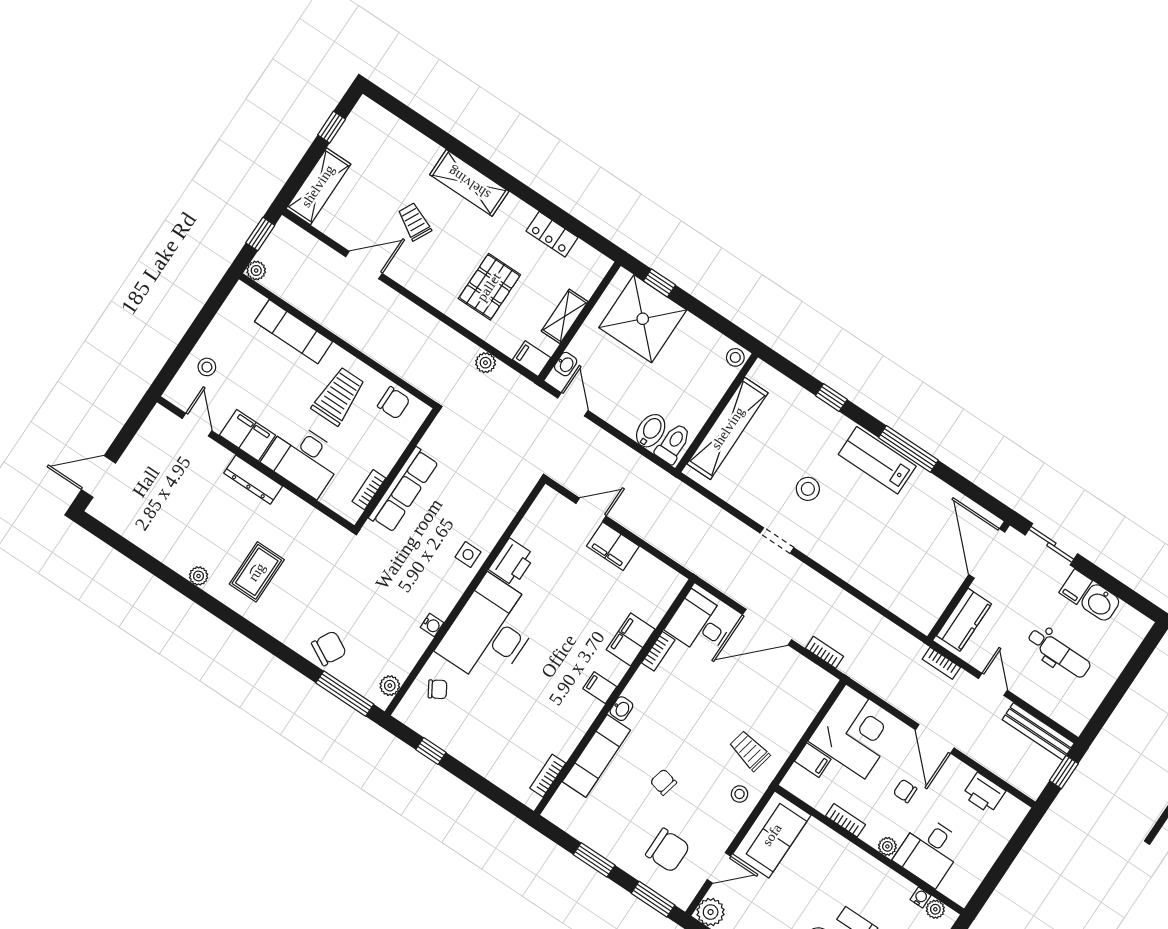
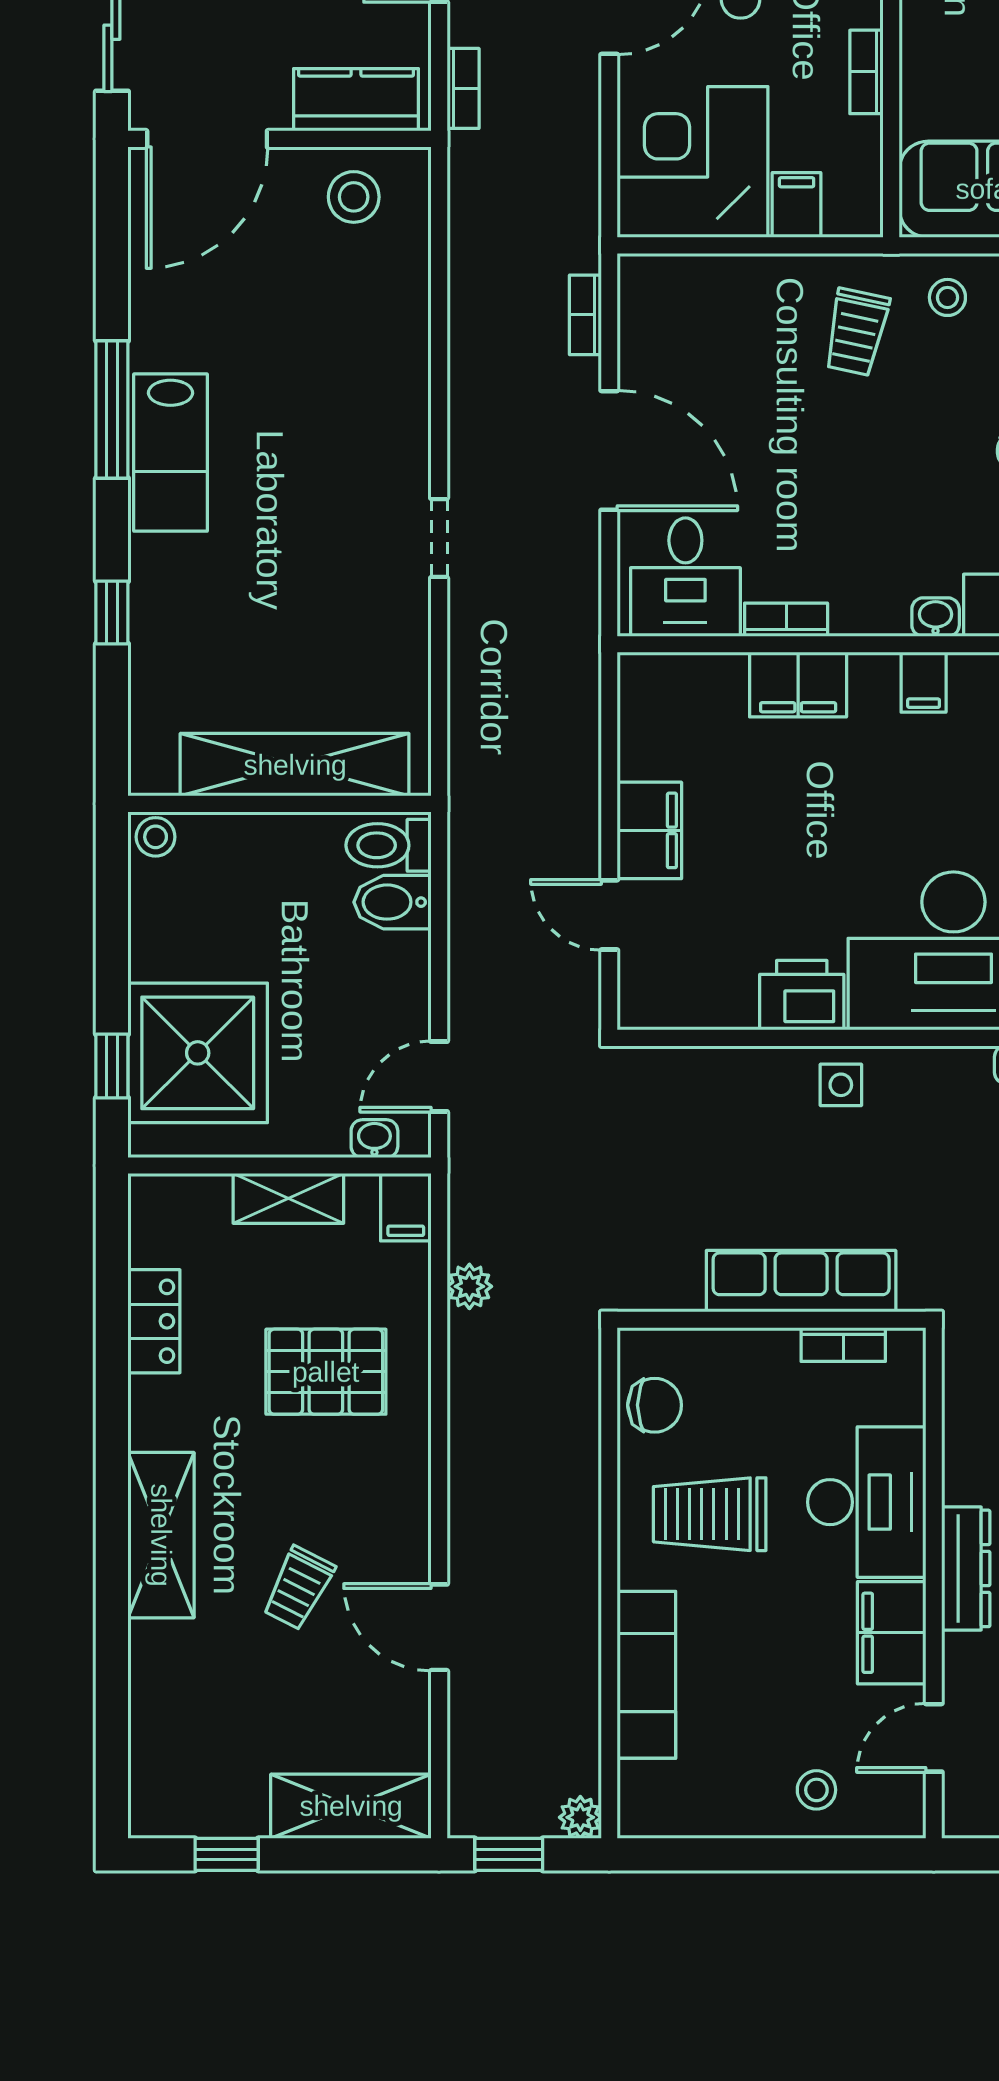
chair: (394, 403) -> (655, 1405), turned 90
stool: (808, 489) -> (354, 197), moved

